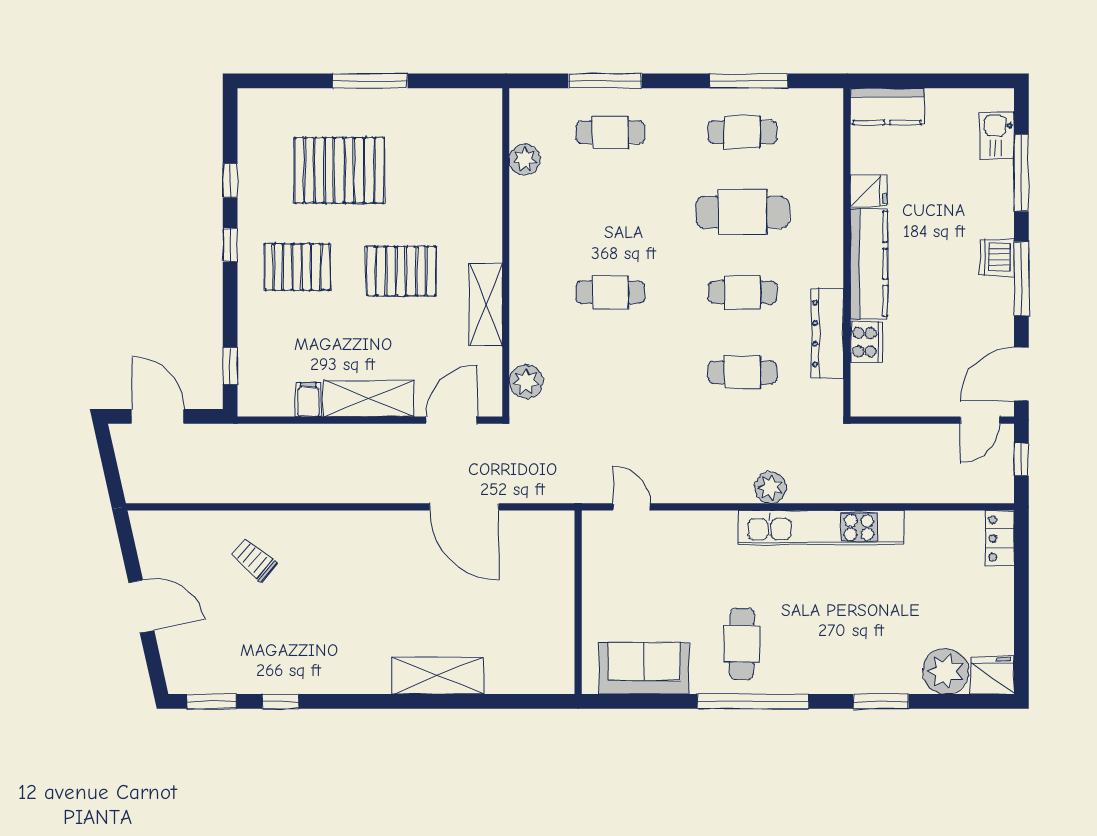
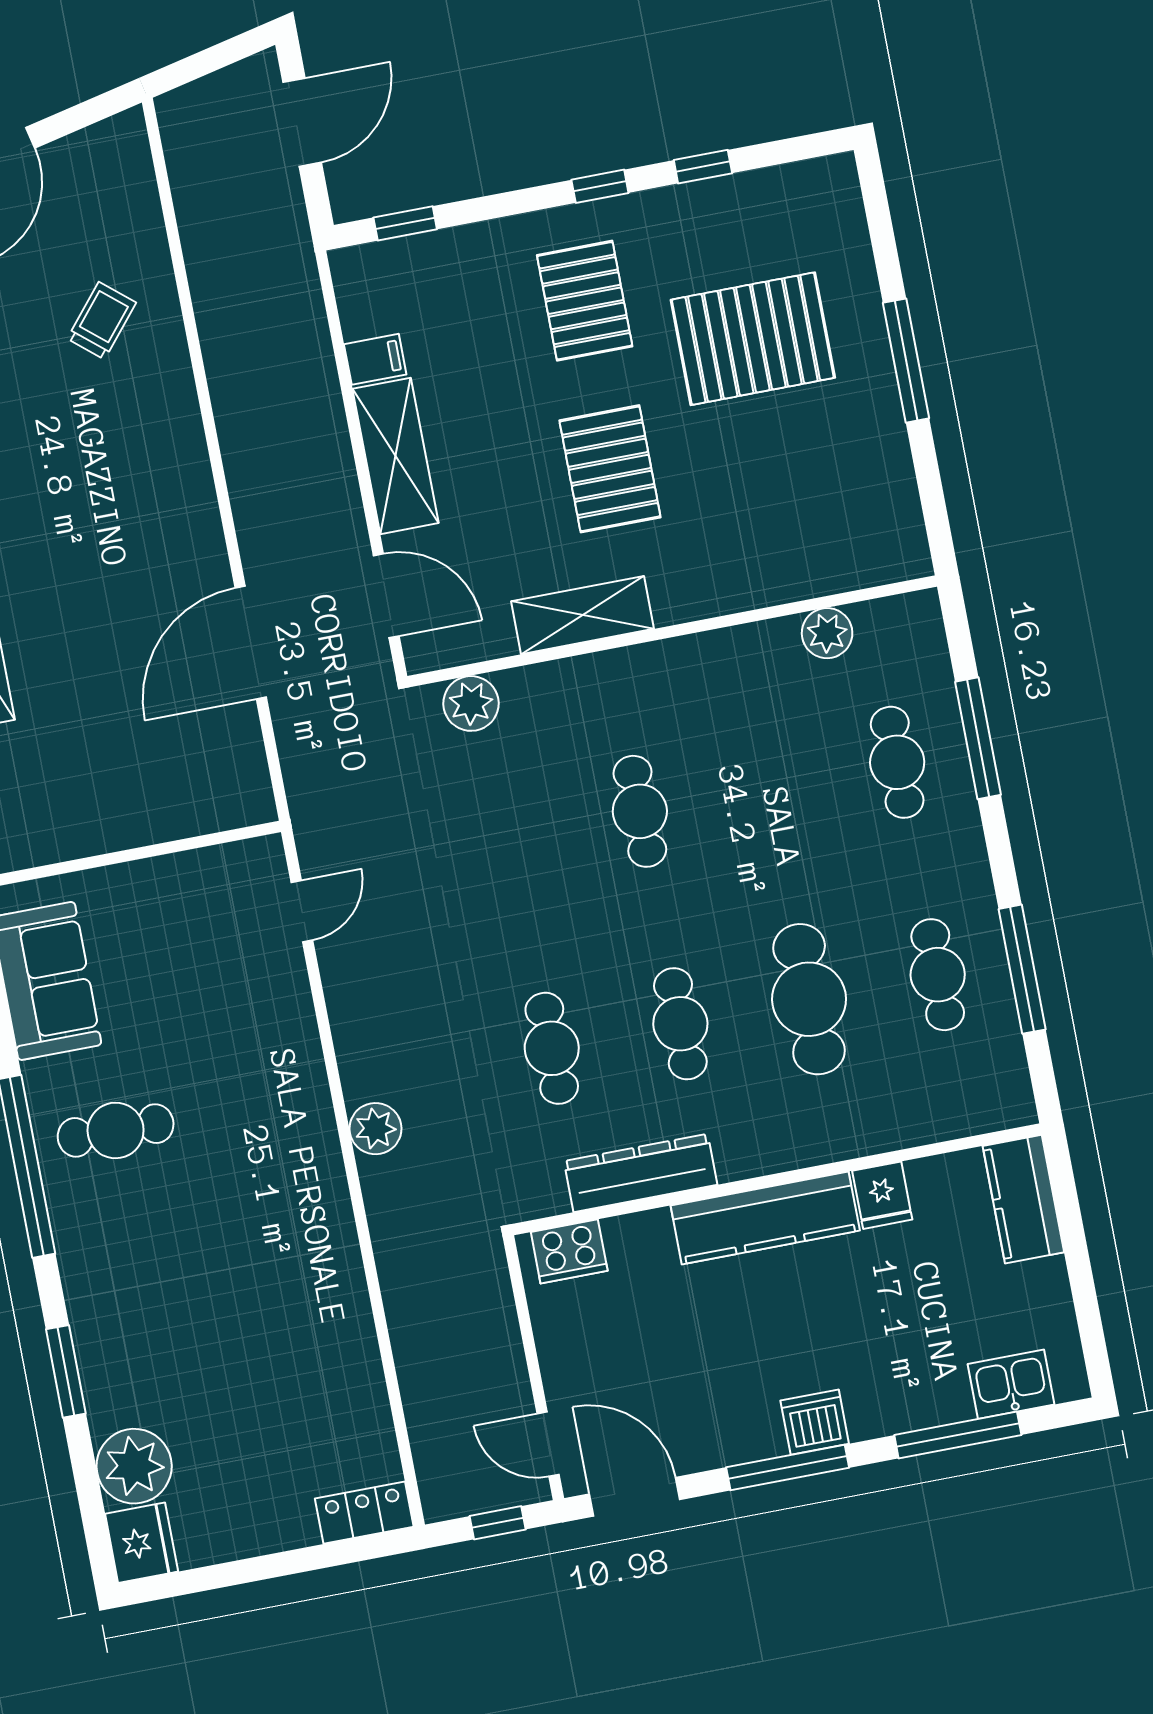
pallet: (339, 170) -> (753, 339), turned 90
cooker: (867, 342) -> (569, 1251), moved
kitchen unit: (821, 527) -> (327, 1222), removed

